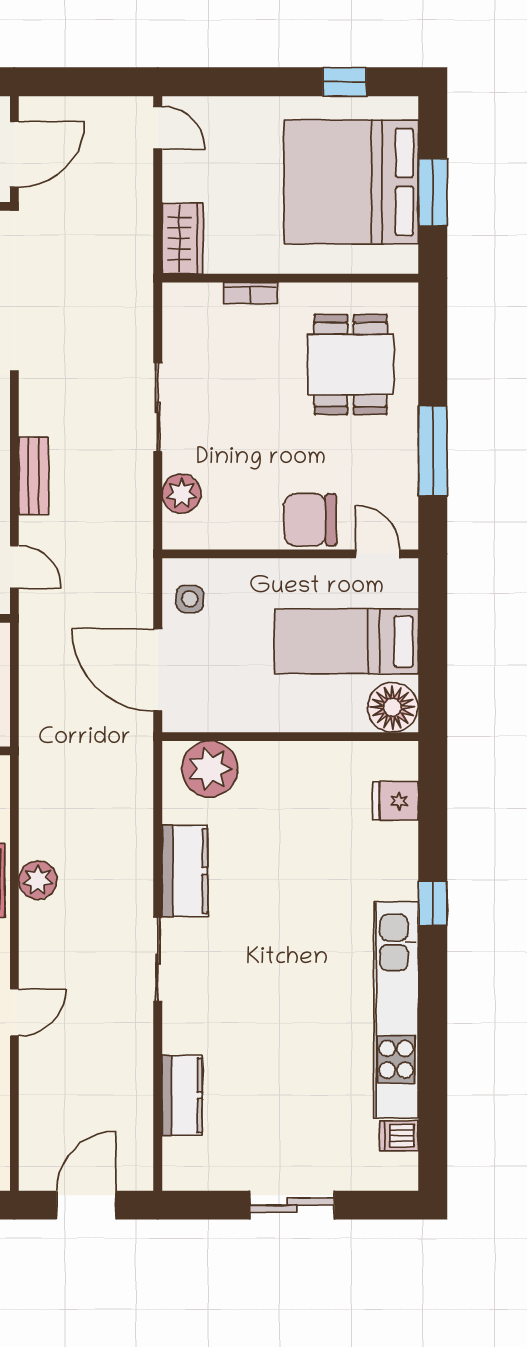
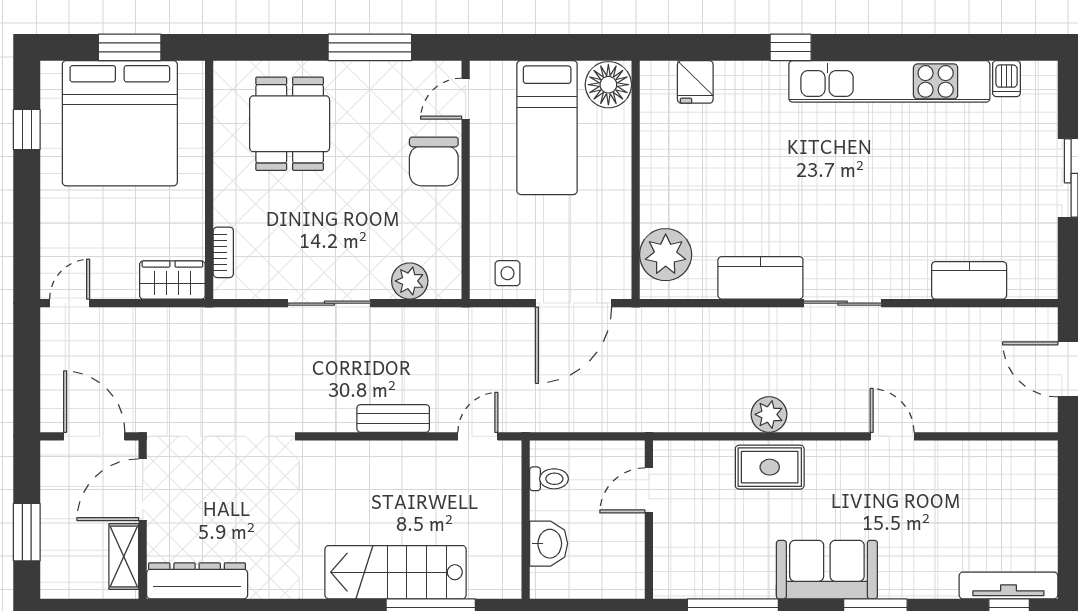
bookcase: (250, 293) -> (223, 252), moved
dining table: (351, 364) -> (290, 124), turned 90

